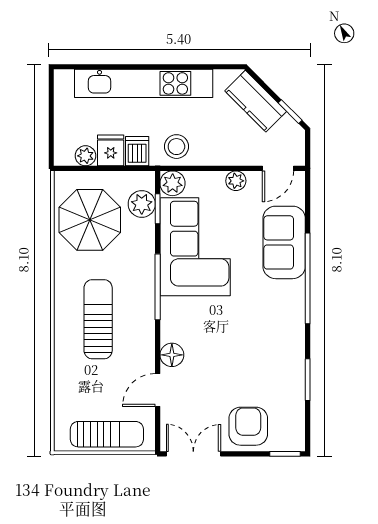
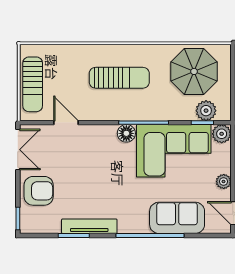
floor lamp: (172, 355) -> (126, 133), moved
tv unit: (295, 359) -> (89, 226), added

